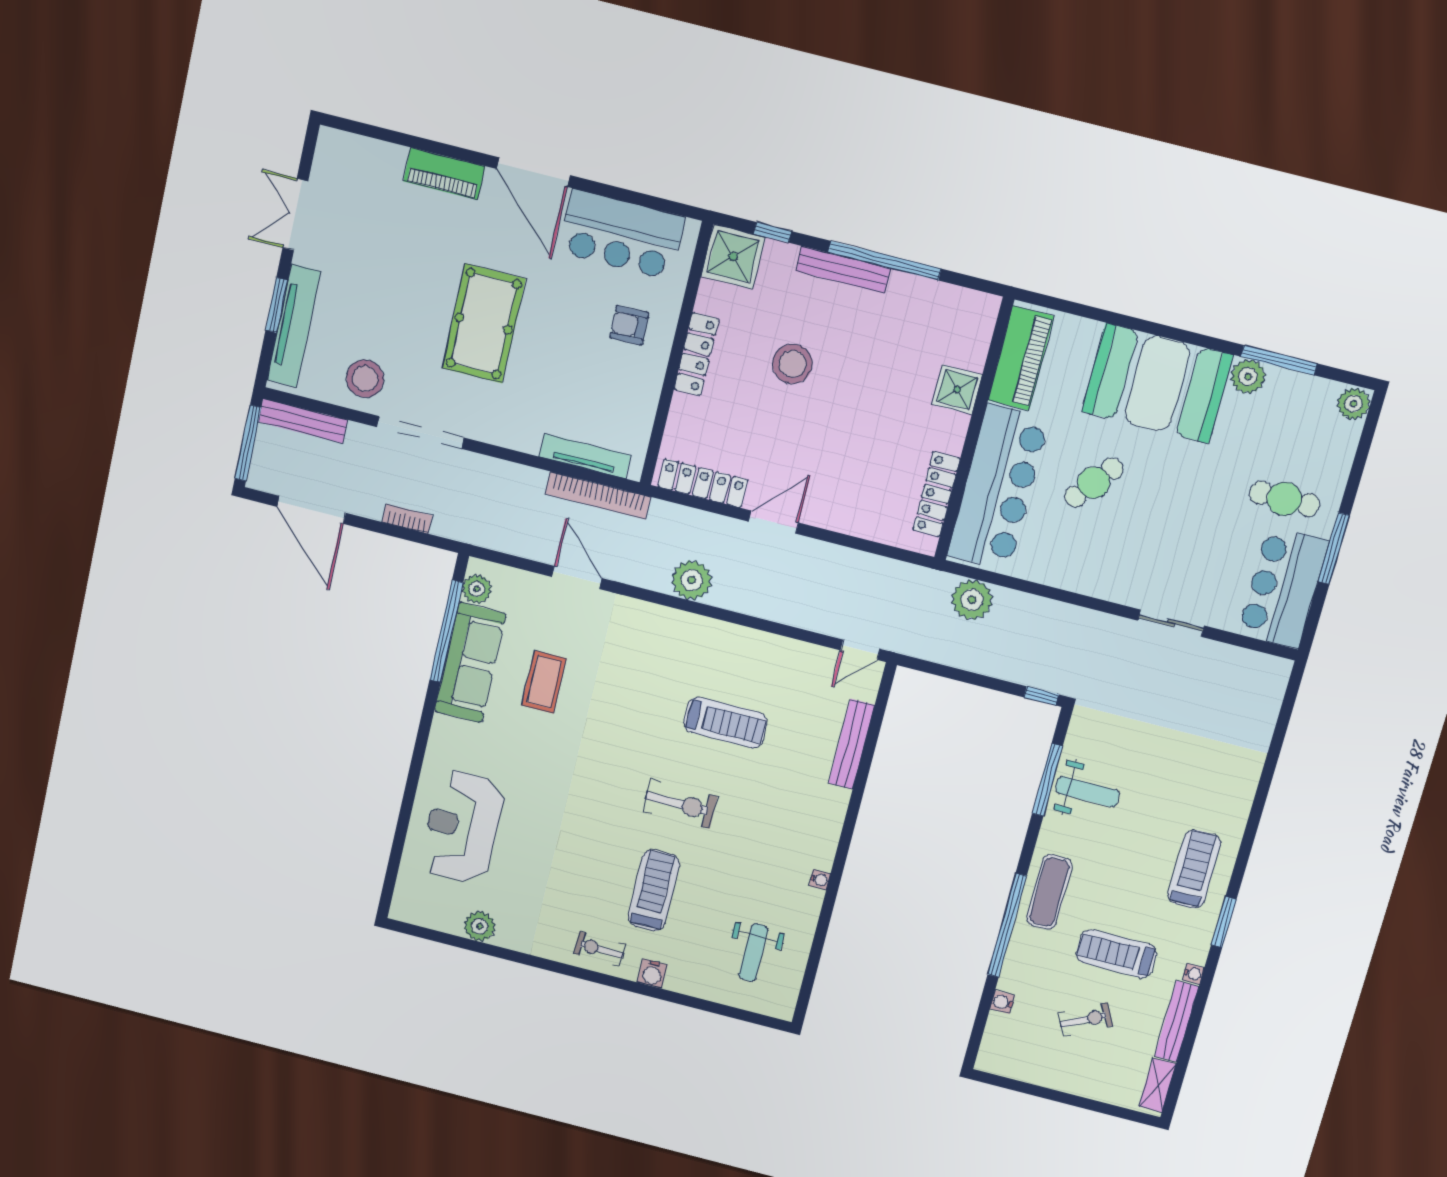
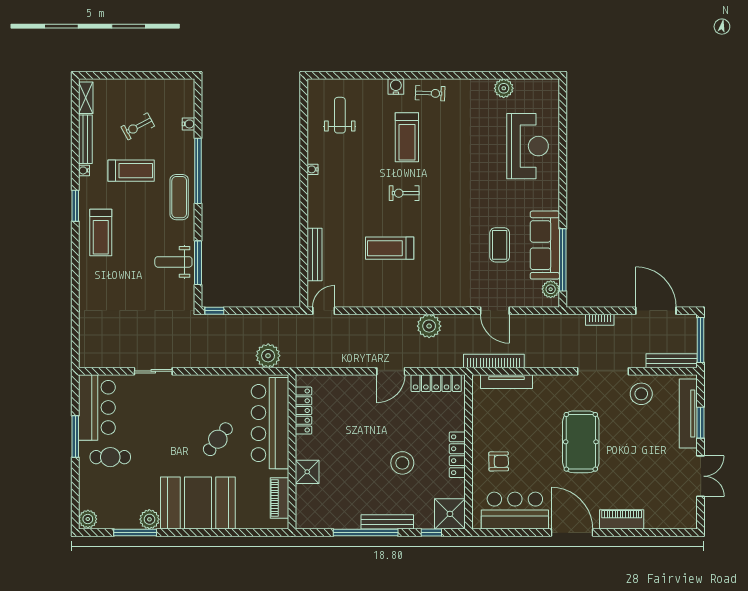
piano: (1021, 358) -> (280, 498), width x0.73, depth x0.75
exercise bike: (680, 804) -> (404, 193), width x0.73, depth x0.72

